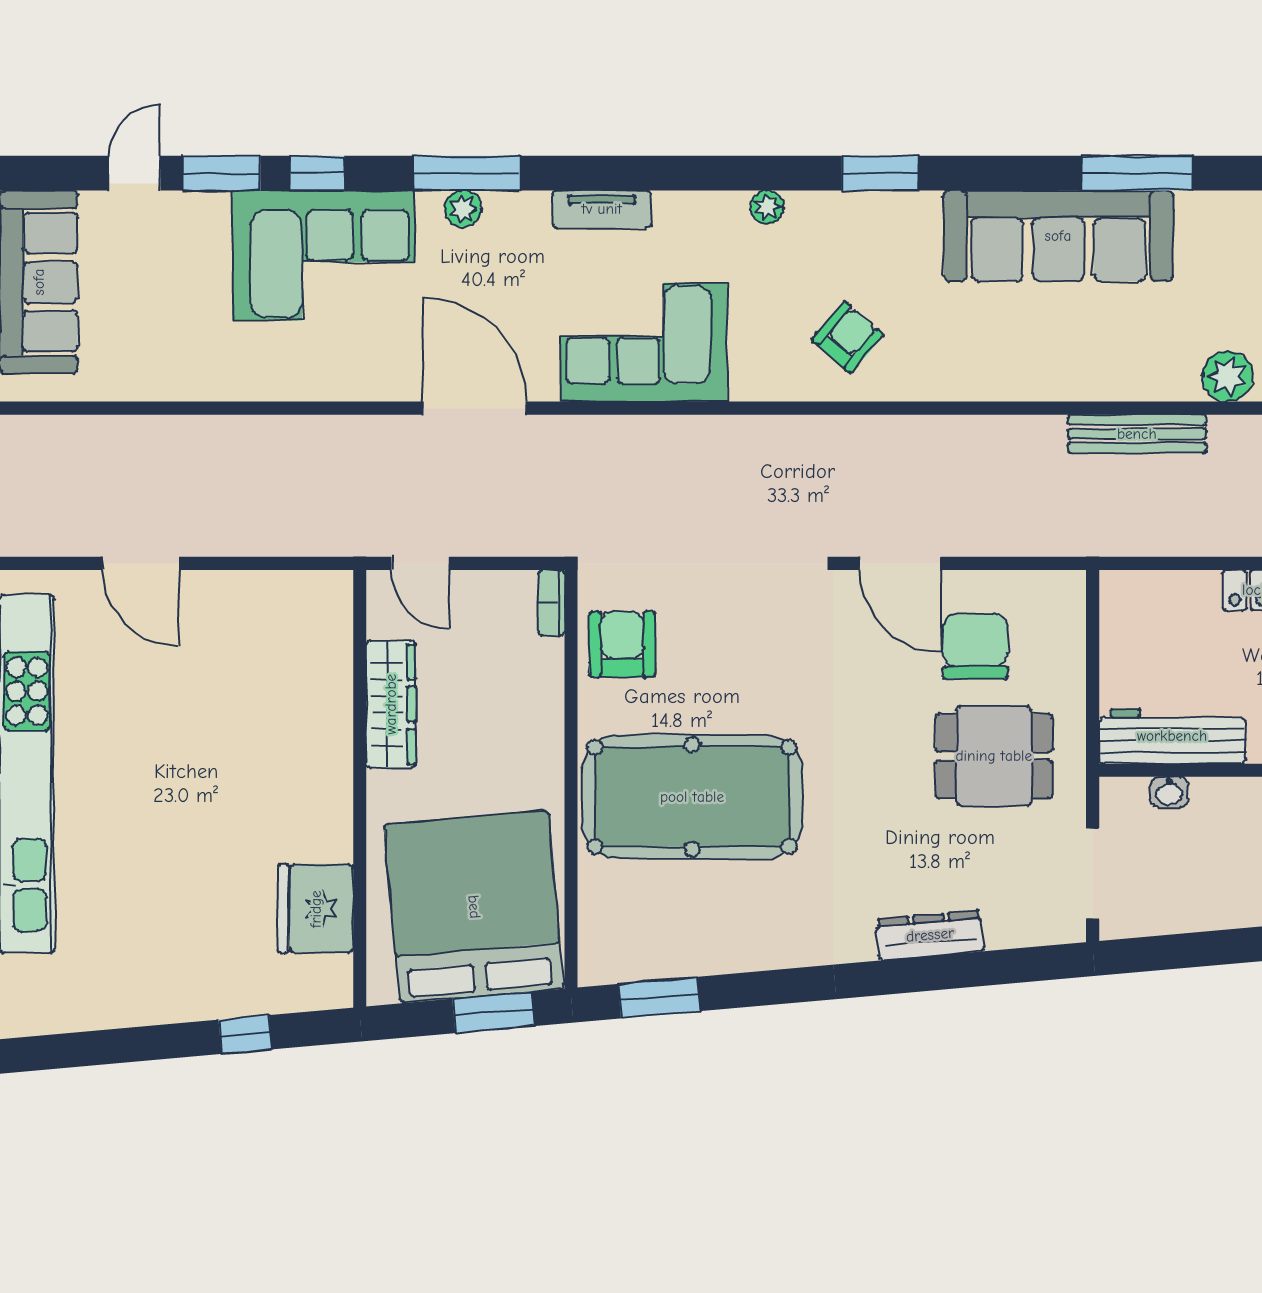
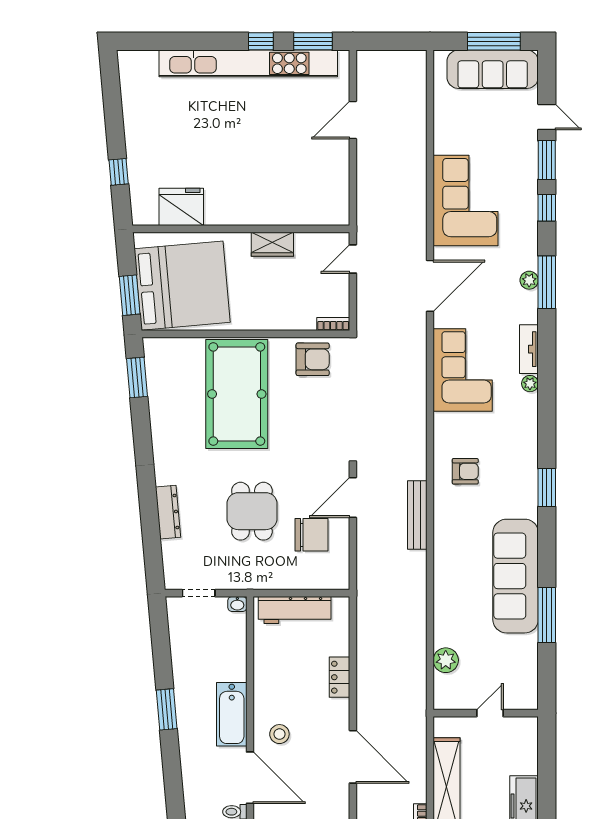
plant: (767, 207) -> (530, 384), moved
corner sofa: (324, 255) -> (466, 201), moved, turned 180
armchair: (848, 337) -> (465, 471), turned -41
bench: (1137, 434) -> (417, 515), moved
wardrobe: (391, 704) -> (272, 244), width x0.67
workbench: (1172, 736) -> (295, 610), moved, turned 90
dining table: (994, 756) -> (252, 511), moved
washbasin: (1169, 792) -> (237, 604), moved, turned -90
doorway: (1093, 874) -> (199, 593), width x0.73

